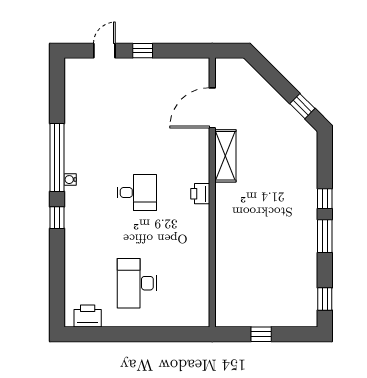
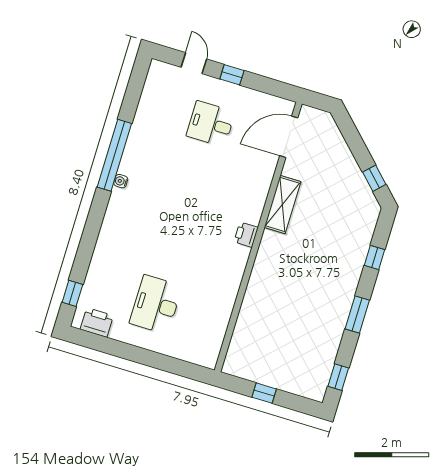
door: (104, 51) -> (194, 63), hinge flipped
door: (212, 108) -> (289, 137), moved
desk: (137, 192) -> (211, 124), moved, turned 180
window: (325, 199) -> (375, 257), moved
window: (57, 218) -> (72, 293), moved

